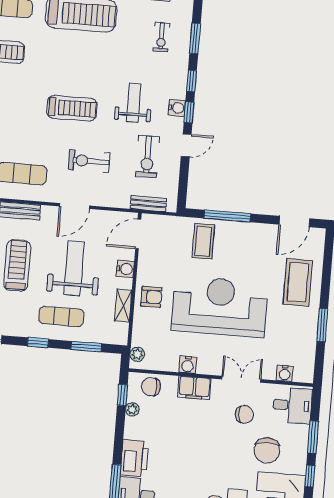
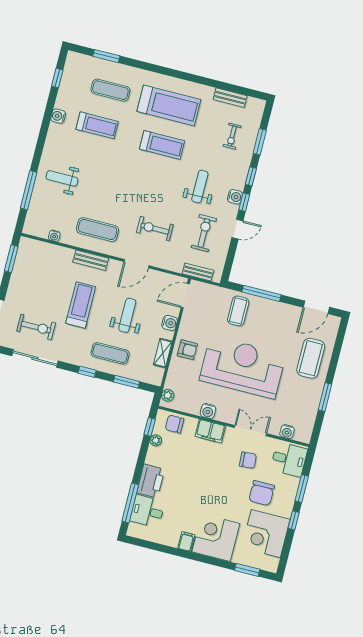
treadmill: (72, 108) -> (162, 145), moved
exercise bike: (147, 157) -> (204, 233), turned 180
weight bench: (74, 268) -> (127, 315), width x0.73, depth x0.75

